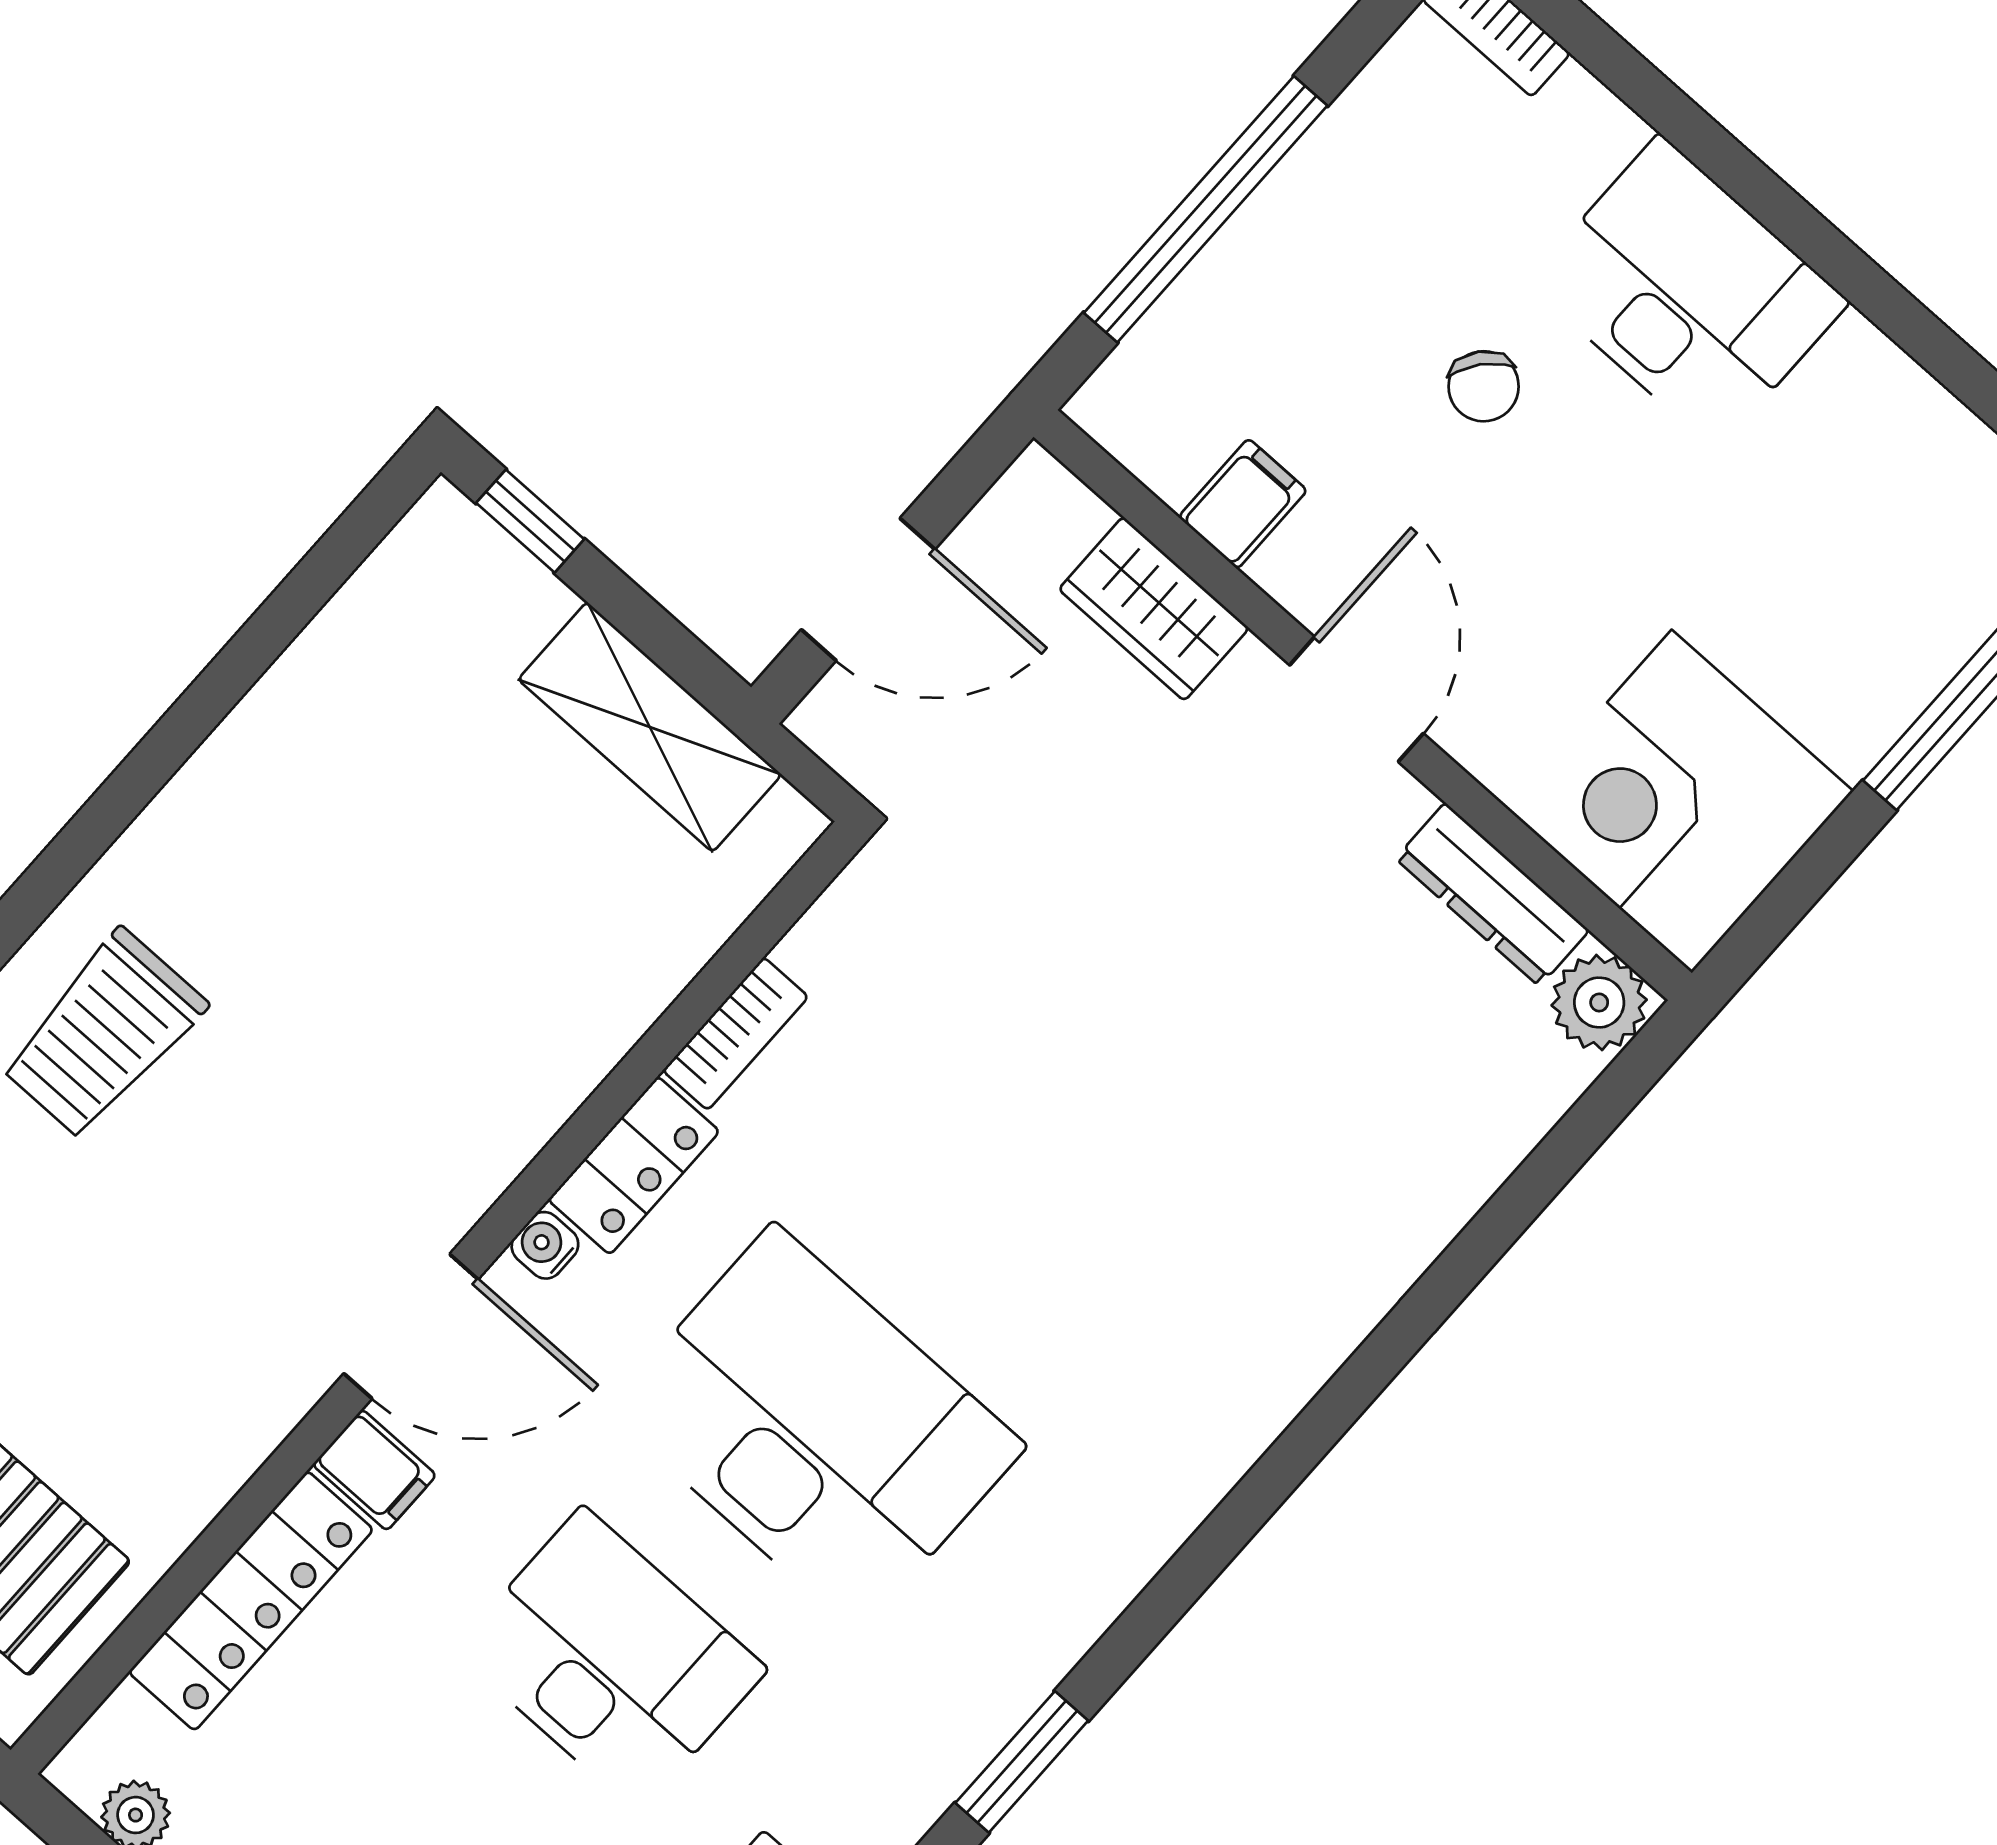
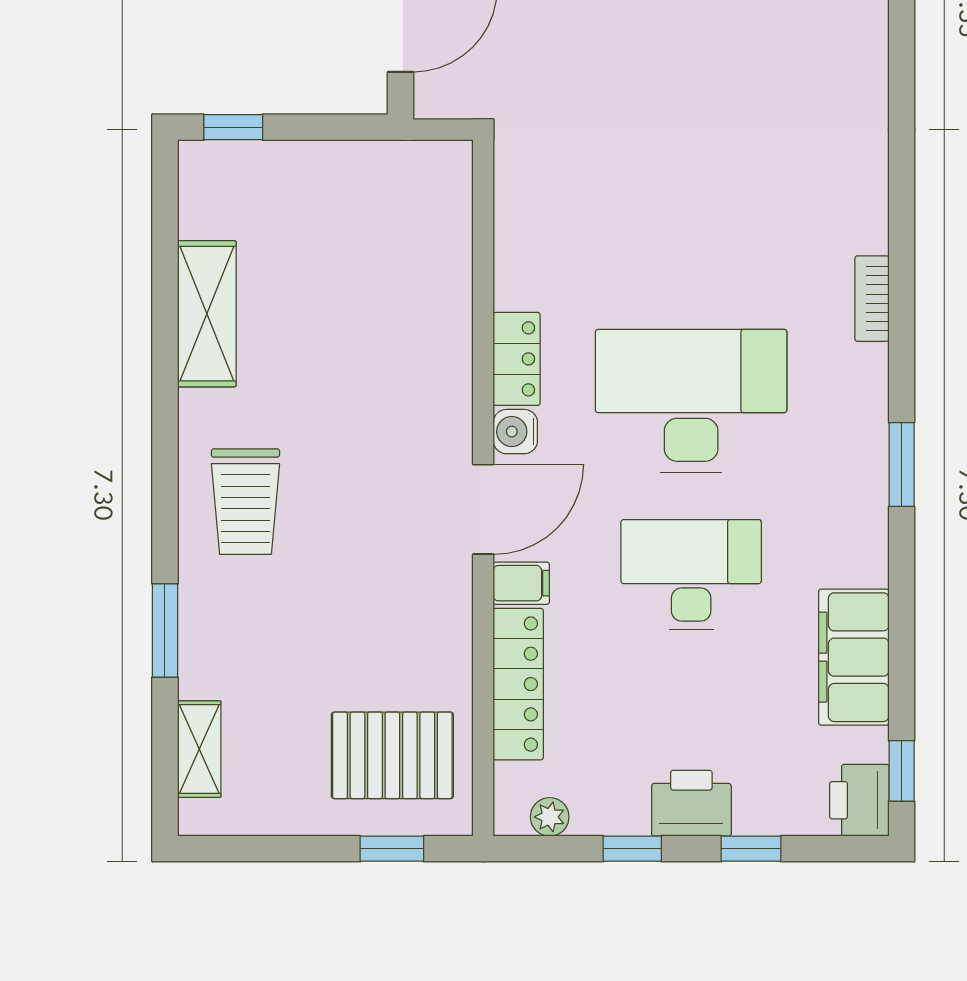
shelving: (650, 727) -> (207, 314), moved, turned 90
bookcase: (735, 1034) -> (872, 299), moved, turned 180
water cooler: (545, 1245) -> (515, 432), width x1.38, depth x1.38

